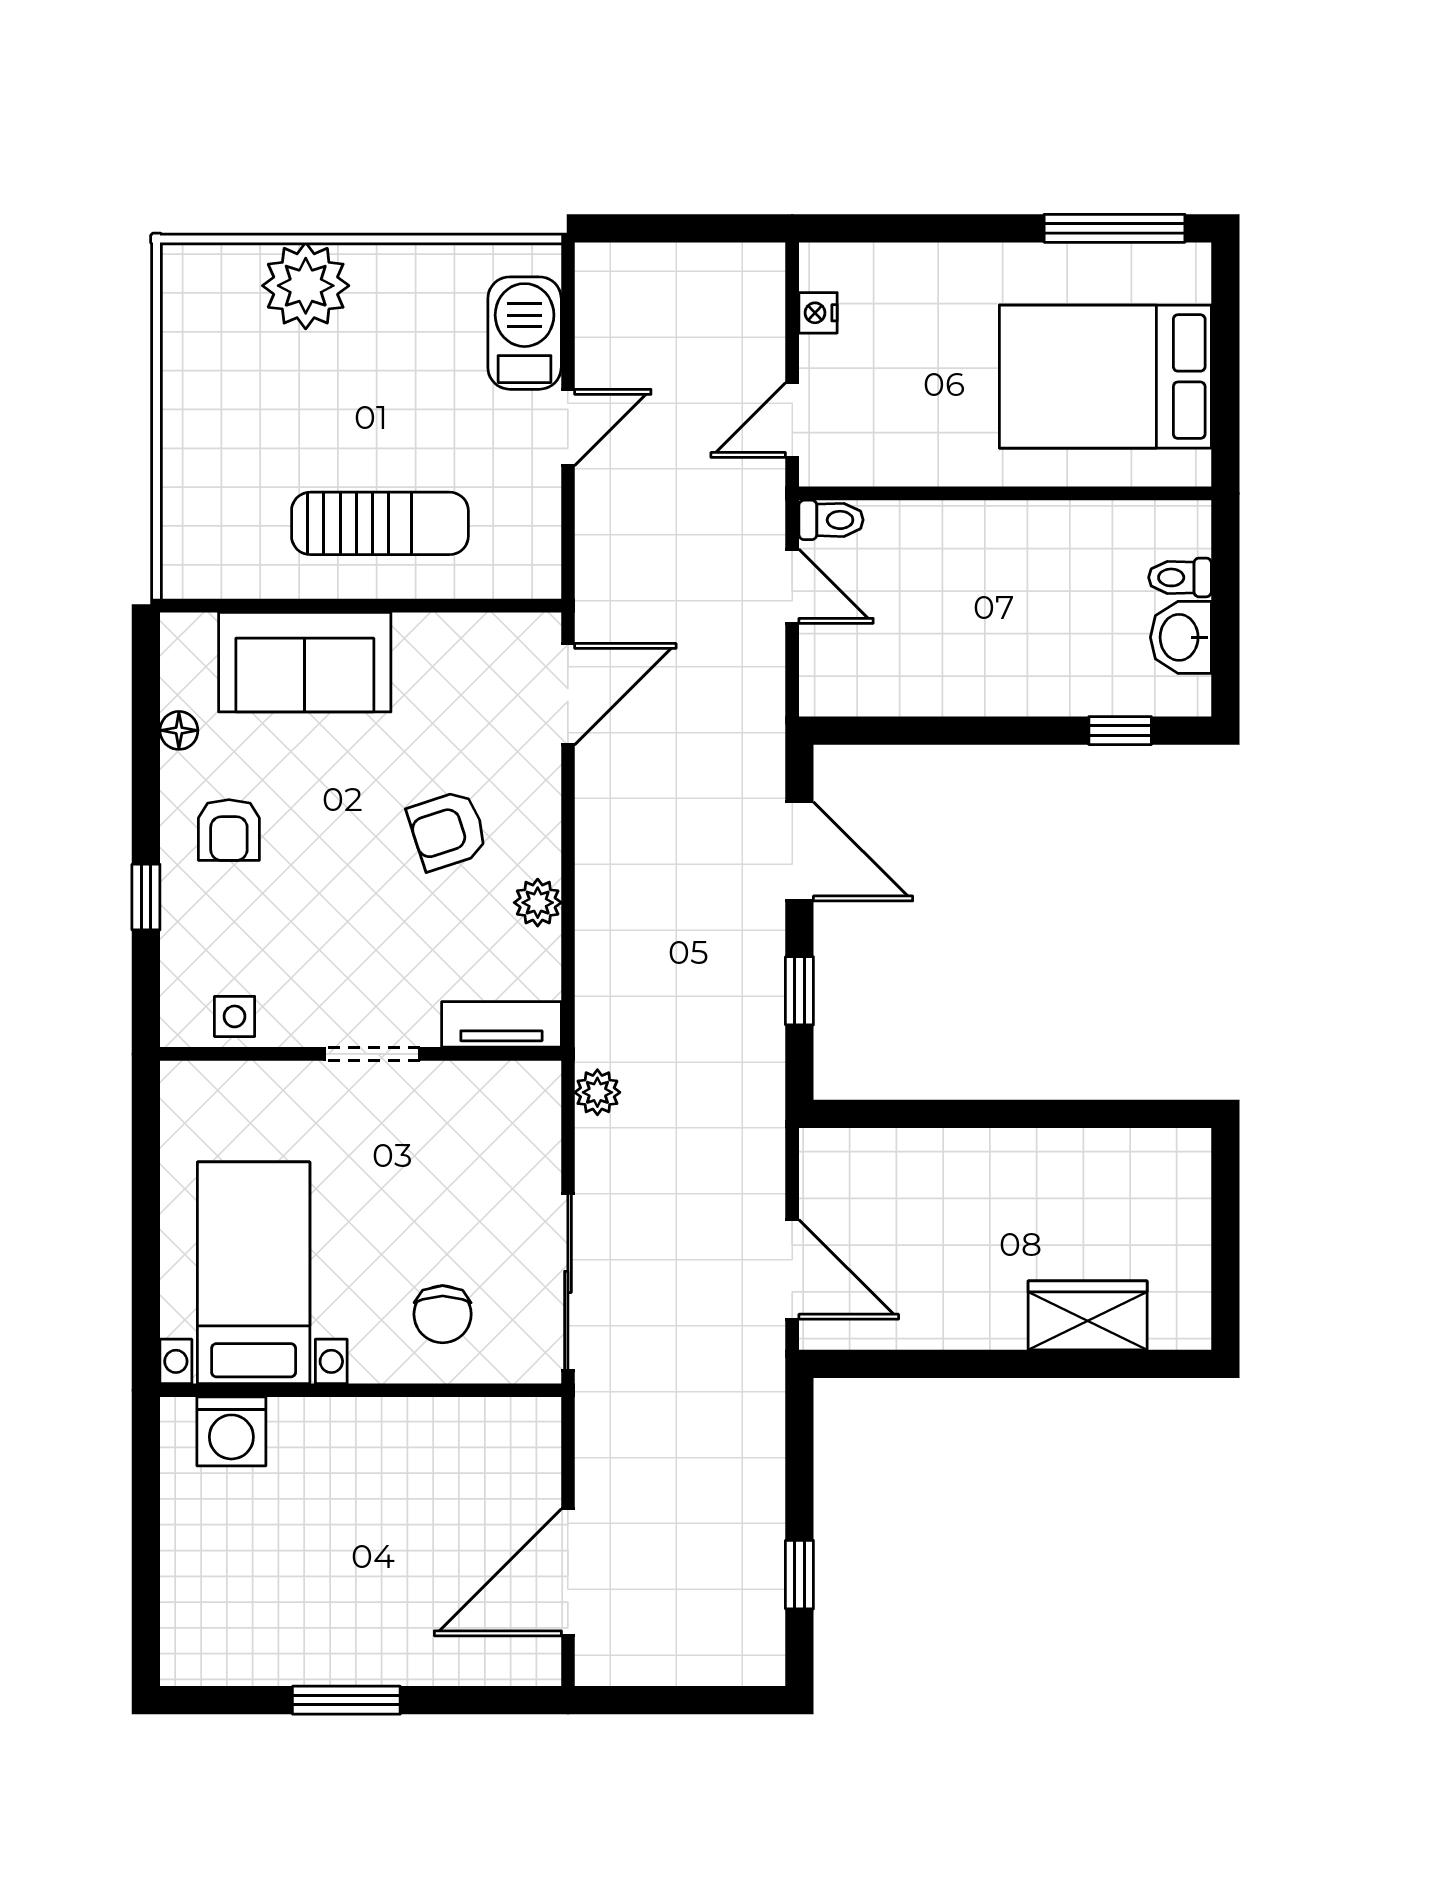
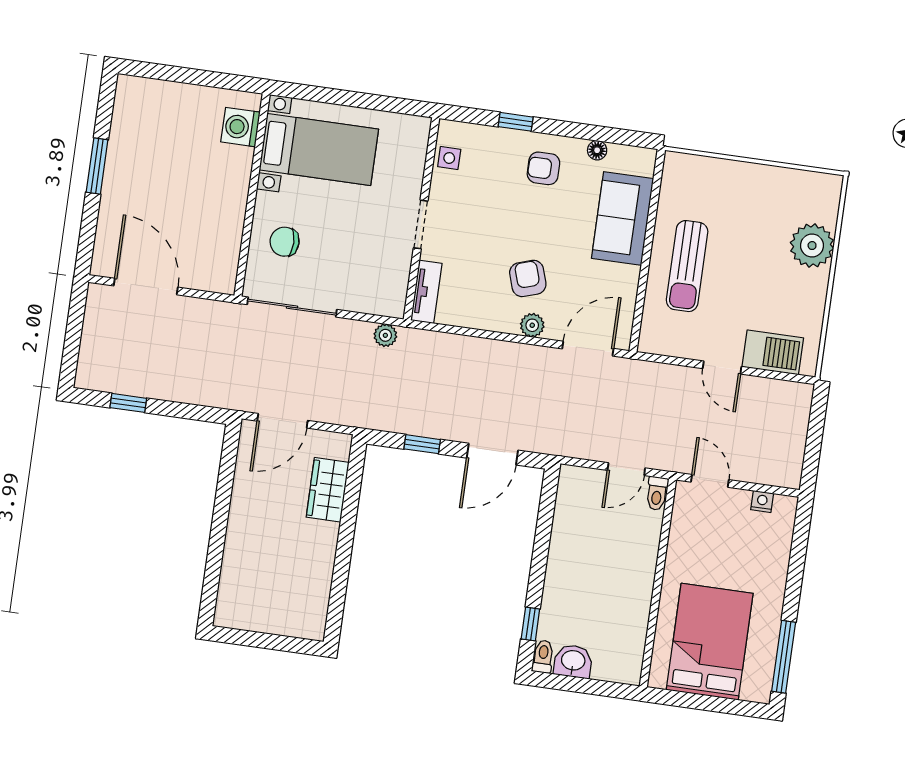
toilet: (1180, 577) -> (543, 657), moved
door: (568, 694) -> (588, 349), swing flipped
plant: (538, 903) -> (532, 325), moved
wardrobe: (1088, 1315) -> (328, 490), moved, turned 180

